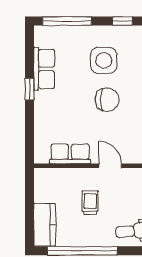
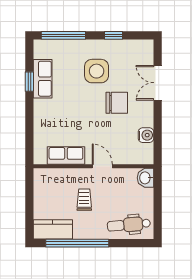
window: (30, 89) -> (29, 82), moved
chair: (107, 100) -> (117, 103), moved
kitchen counter: (45, 225) -> (53, 229), moved, turned -90

